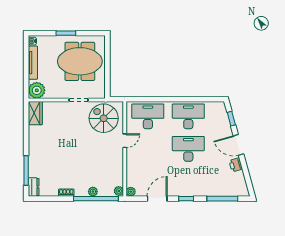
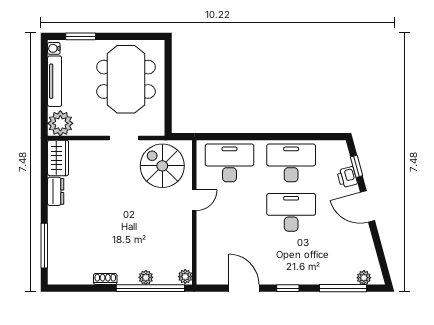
window: (66, 33) -> (81, 36), moved
meeting table: (80, 61) -> (126, 79), turned 90
printer: (236, 165) -> (347, 177), moved
dresser: (34, 187) -> (56, 191), moved
plant: (131, 192) -> (364, 278), moved
door: (157, 199) -> (244, 288), hinge flipped

